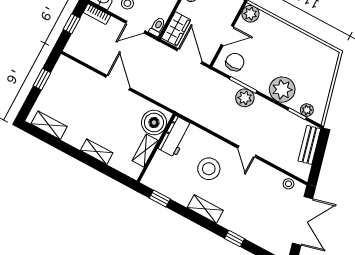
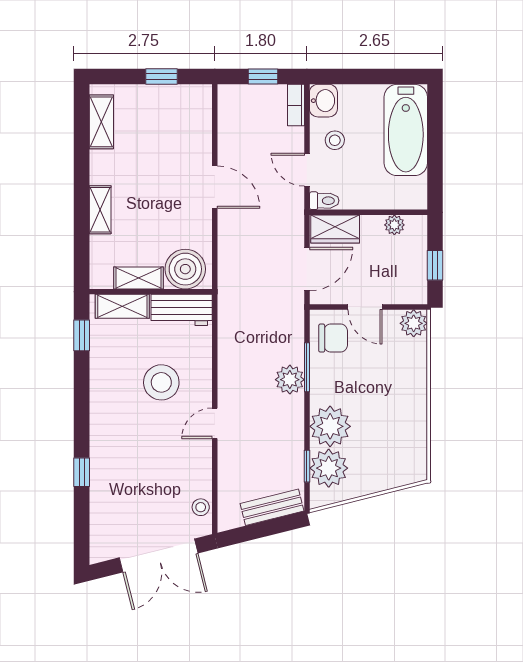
door: (118, 82) -> (215, 187), hinge flipped
plant: (307, 110) -> (329, 468), width x1.87, depth x1.87
shelving: (205, 209) -> (122, 306), moved, turned 90

